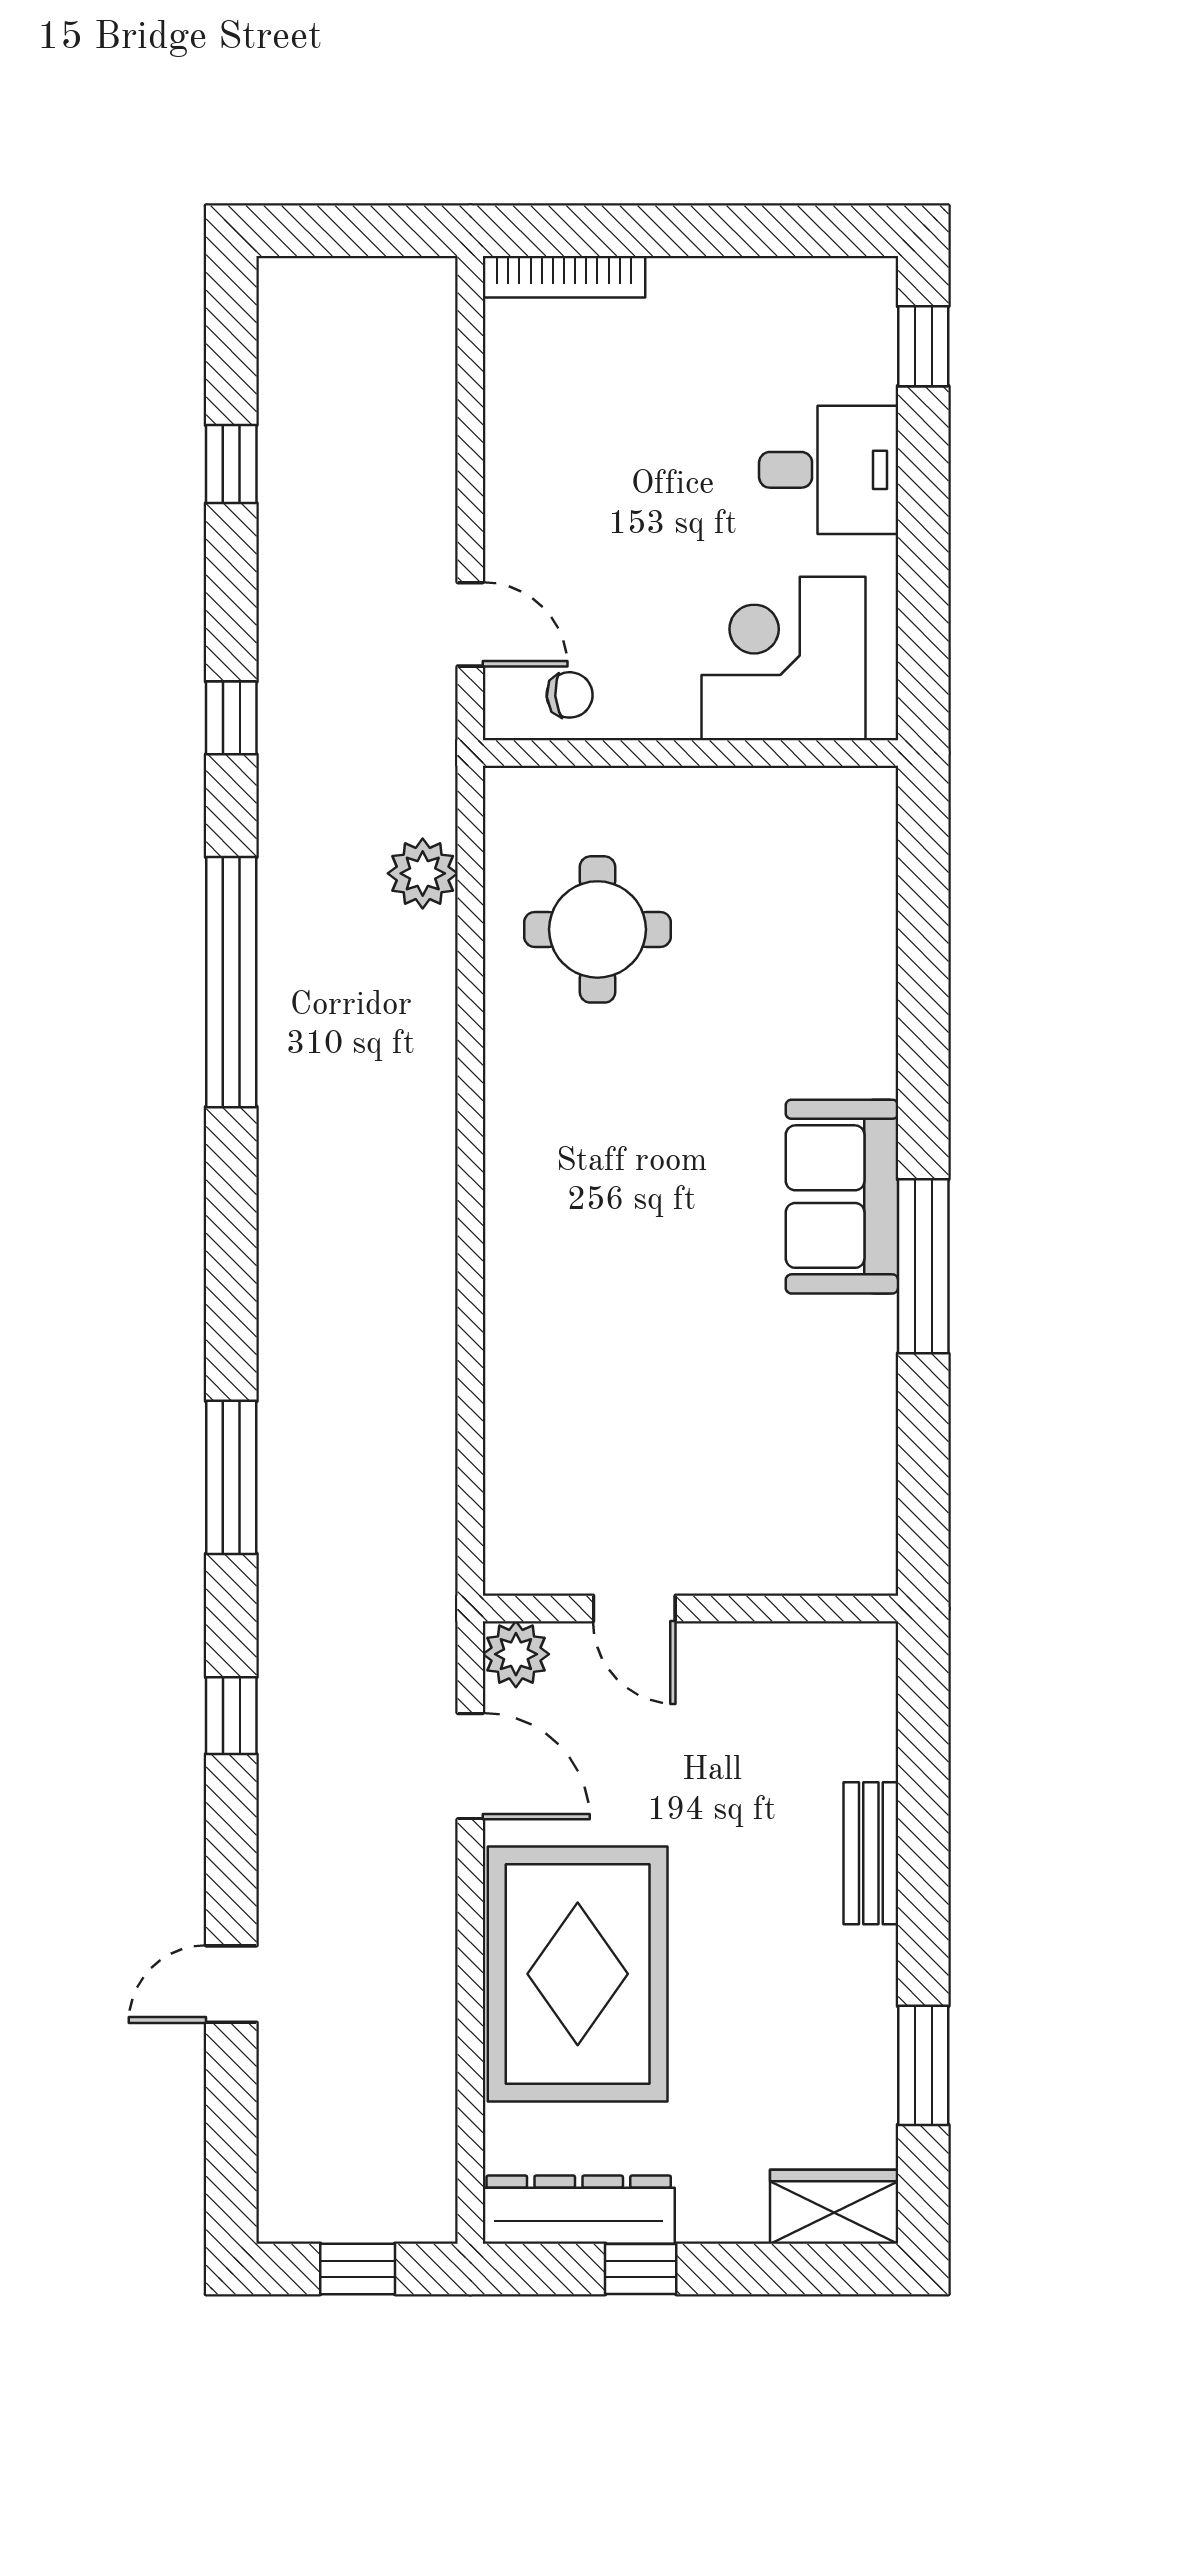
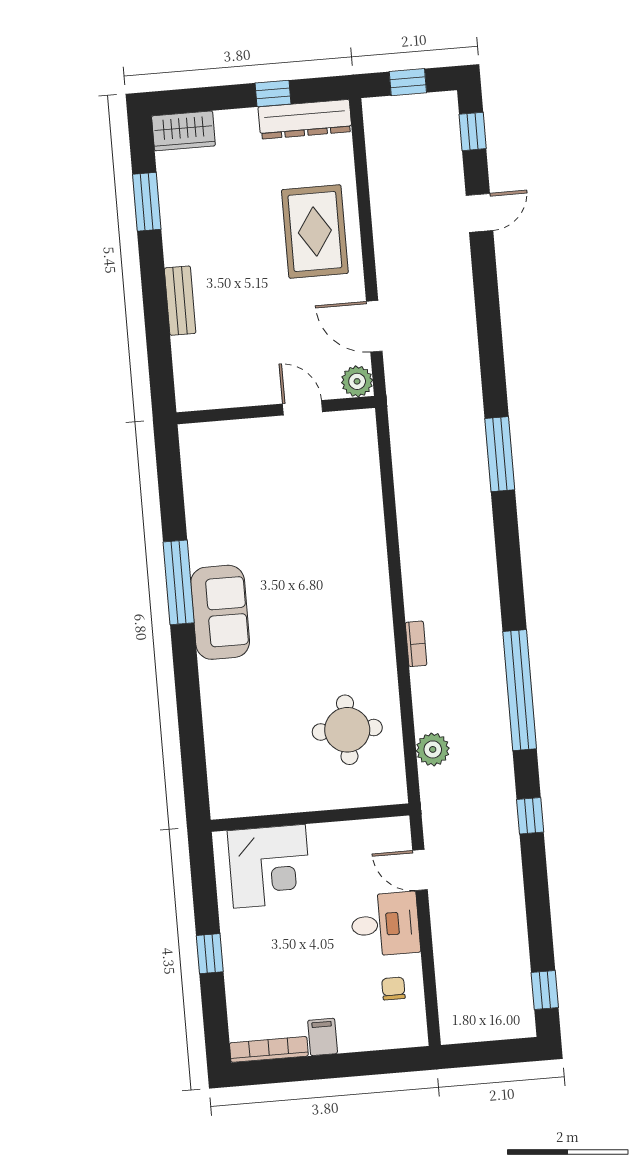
bookcase: (564, 277) -> (269, 1049), moved
filing cabinet: (703, 293) -> (323, 1037), added
window: (923, 346) -> (210, 954), moved
window: (231, 464) -> (545, 990), moved
desk: (829, 470) -> (385, 924), moved, turned 180
chair: (570, 695) -> (393, 988), moved, turned 94
bookcase: (439, 1097) -> (416, 644), added
window: (231, 1716) -> (473, 131), moved
rug: (578, 1974) -> (315, 231), width x0.73, depth x0.69

